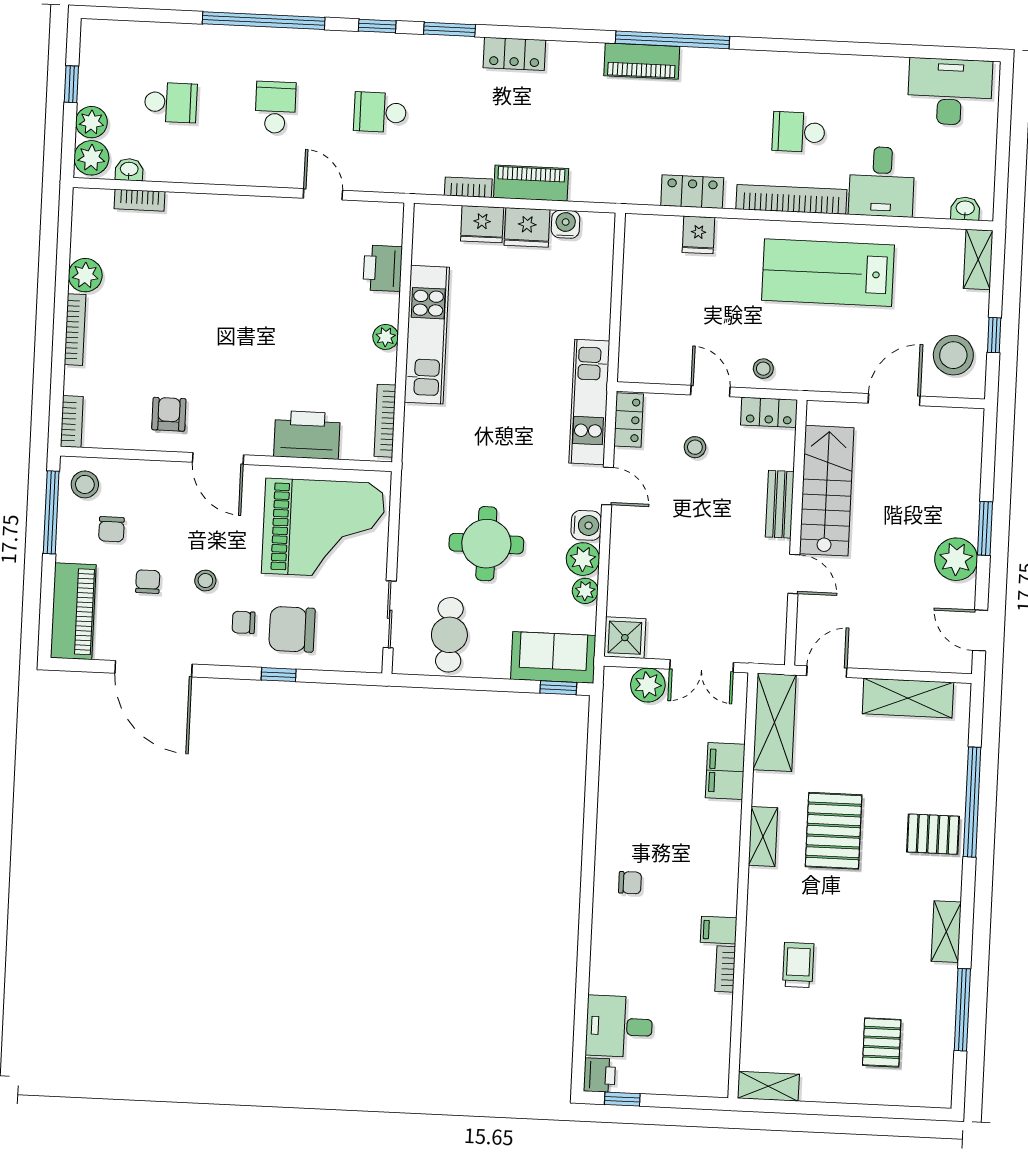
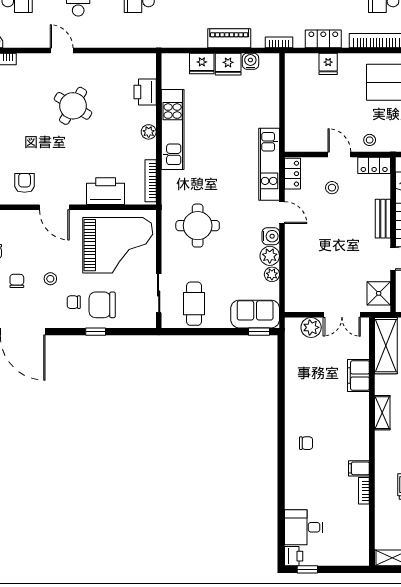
bookcase: (468, 187) -> (279, 42), moved
door: (323, 194) -> (62, 51), moved
round table: (258, 286) -> (73, 106), added
round table: (486, 544) -> (198, 226), moved
shower: (625, 638) -> (379, 293), moved

